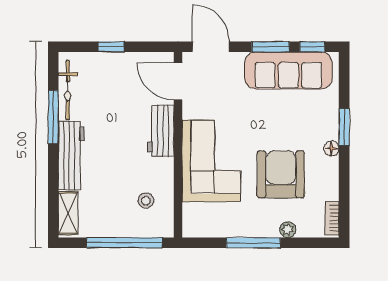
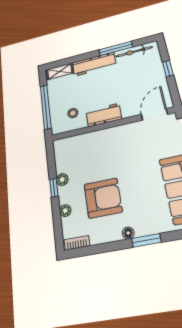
workbench: (161, 131) -> (104, 115), moved
corner sofa: (211, 161) -> (105, 148), removed
plant: (244, 229) -> (62, 180), added
window: (253, 243) -> (54, 188), width x0.46

